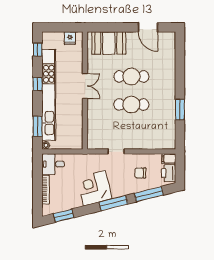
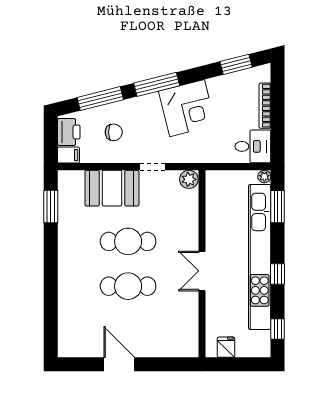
door: (148, 27) -> (119, 364), moved
booth: (109, 43) -> (112, 188), moved
window: (180, 110) -> (51, 206), moved
plant: (93, 143) -> (189, 179), added

